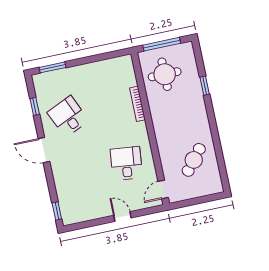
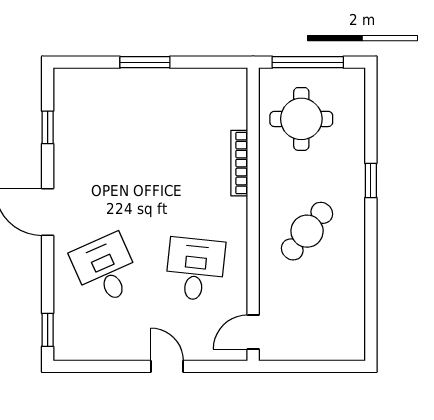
window: (52, 67) -> (145, 62), moved
window: (205, 86) -> (371, 181), moved
desk: (68, 116) -> (105, 269), moved
cafe table: (194, 160) -> (307, 231), moved

